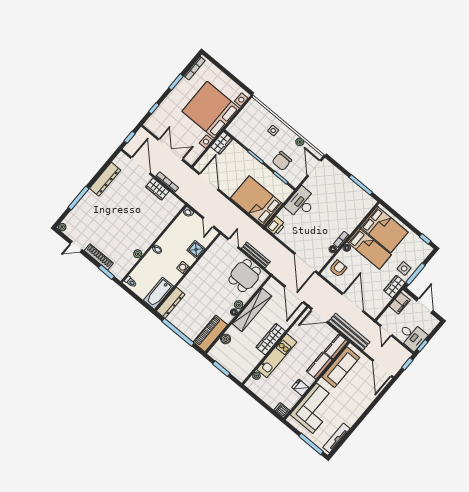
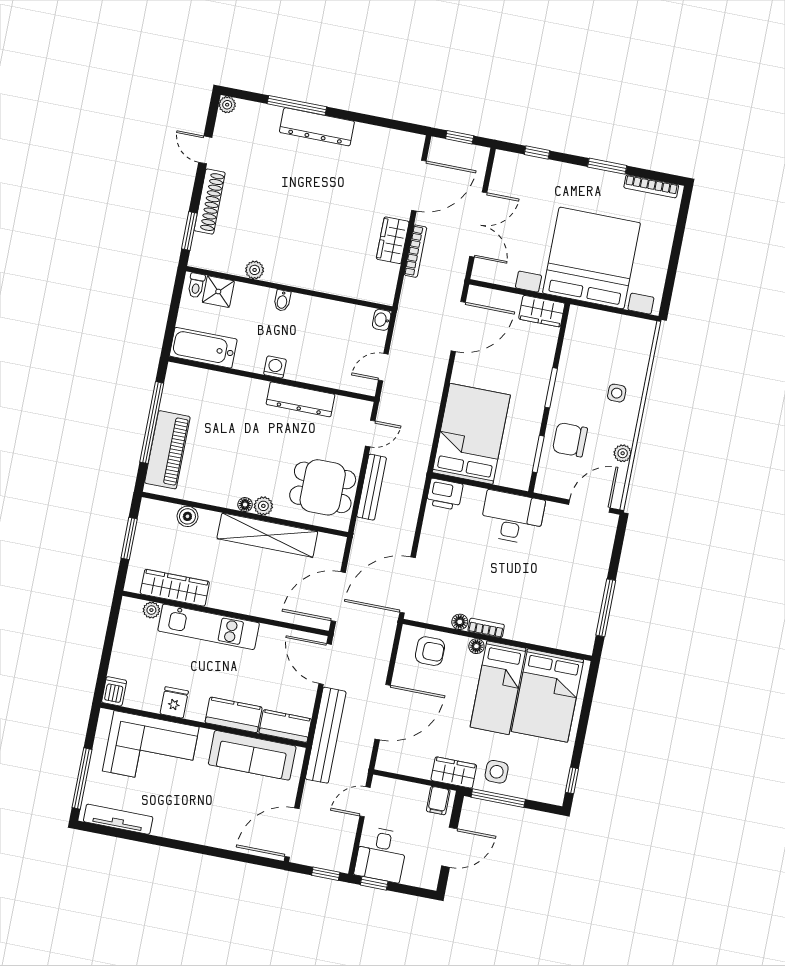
dresser: (105, 179) -> (317, 127), moved
shower: (196, 250) -> (218, 292), moved
dresser: (171, 303) -> (300, 399), moved
filing cabinet: (400, 303) -> (438, 801), width x0.50
piano: (210, 333) -> (167, 450), moved, turned 90
wardrobe: (271, 339) -> (175, 588), moved

